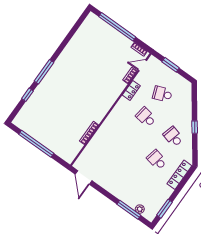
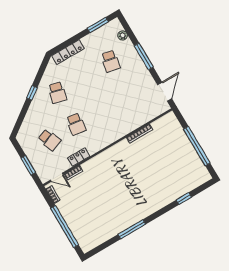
window: (44, 72) -> (132, 229), moved
school desk: (157, 160) -> (111, 61), moved
window: (129, 210) -> (144, 56), moved

